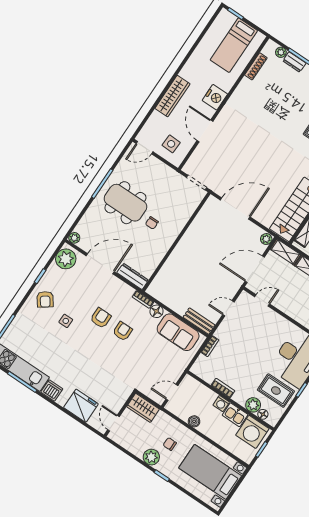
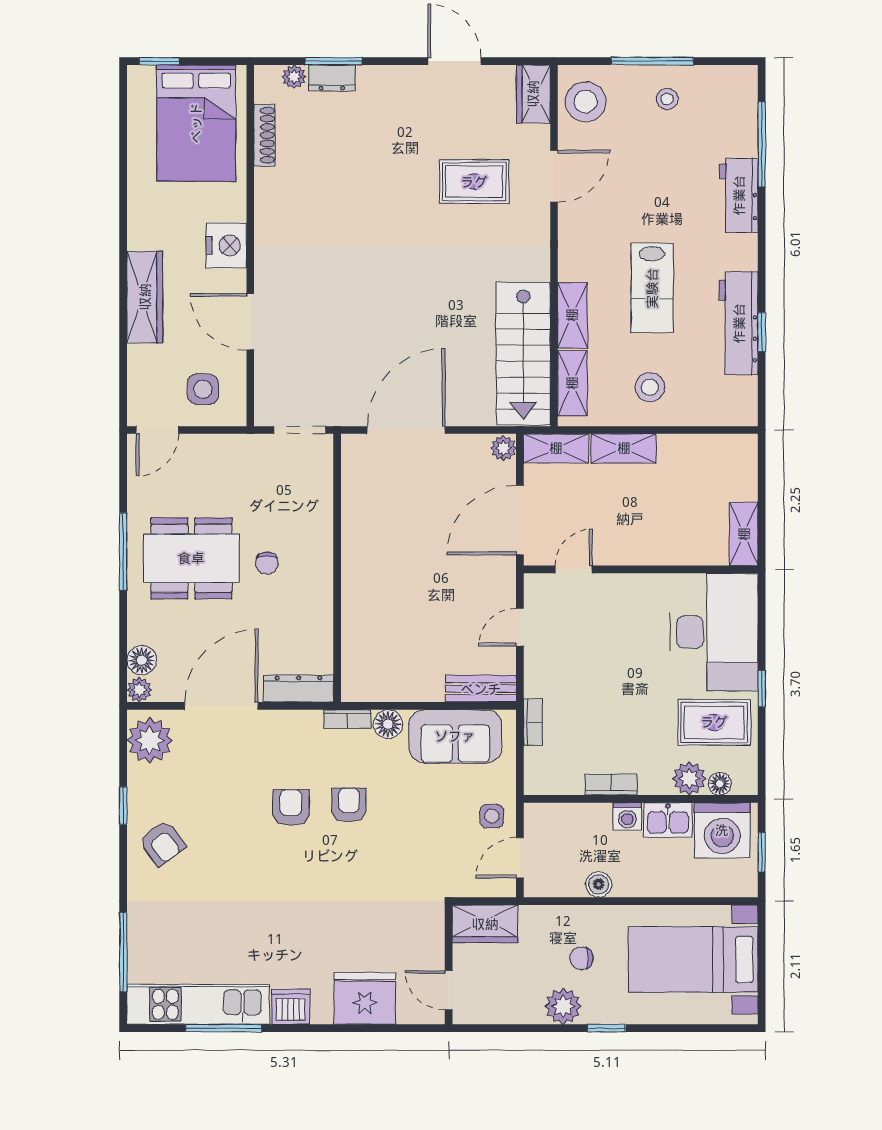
bed: (234, 45) -> (196, 123), width x1.50
floor lamp: (82, 228) -> (142, 660), added
side table: (66, 321) -> (492, 816), moved

